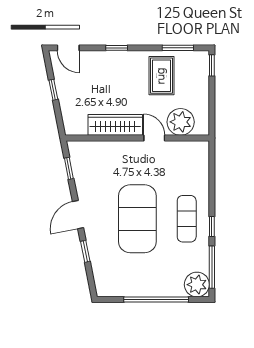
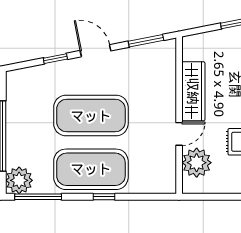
window: (69, 168) -> (146, 41), width x1.50
exercise mat: (187, 219) -> (91, 169), width x2.00, depth x1.45
window: (212, 226) -> (104, 197), moved

